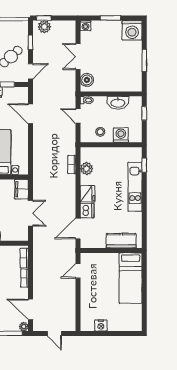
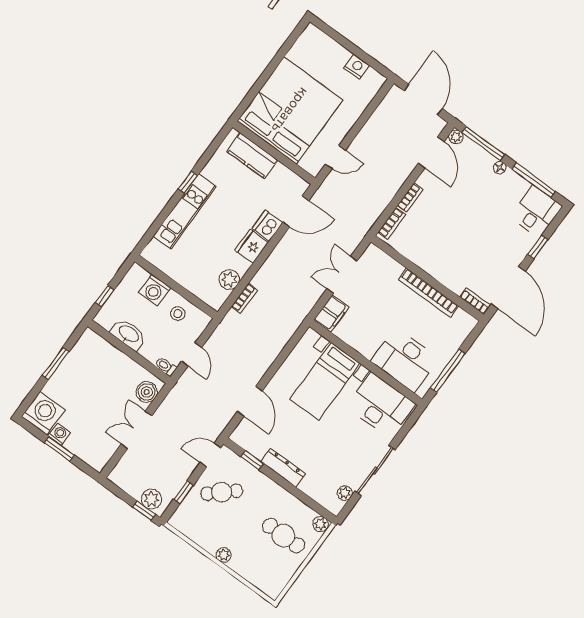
washing machine: (85, 26) -> (59, 434), moved
double door: (78, 57) -> (136, 430), swing flipped
window: (144, 165) -> (188, 182), moved
bed: (131, 278) -> (290, 110), width x2.04
door: (54, 333) -> (423, 100), width x1.88

